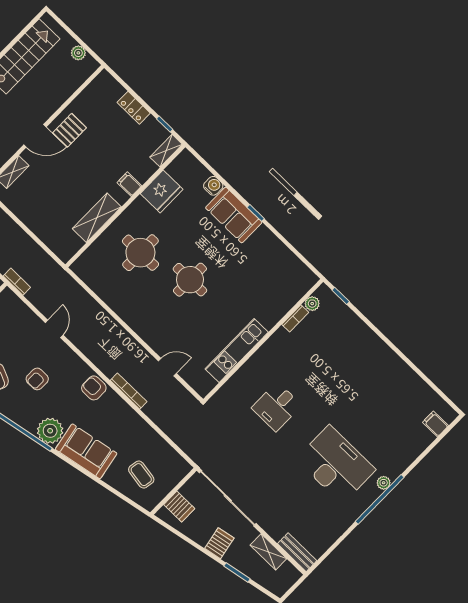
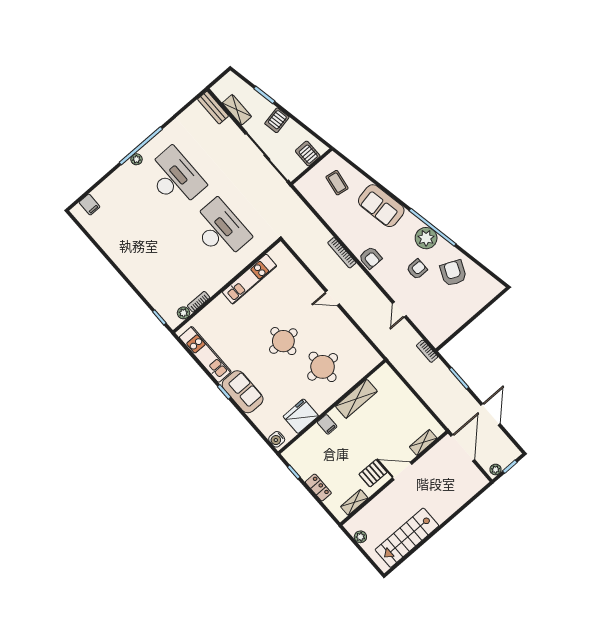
shelving: (166, 151) -> (354, 502), moved
water cooler: (213, 186) -> (277, 439), moved
kitchen unit: (282, 256) -> (205, 354), added
door: (167, 367) -> (332, 298), moved
desk: (277, 407) -> (220, 230), width x1.87, depth x1.30
plant: (50, 431) -> (426, 238), moved
desk: (336, 464) -> (175, 178), turned 180

